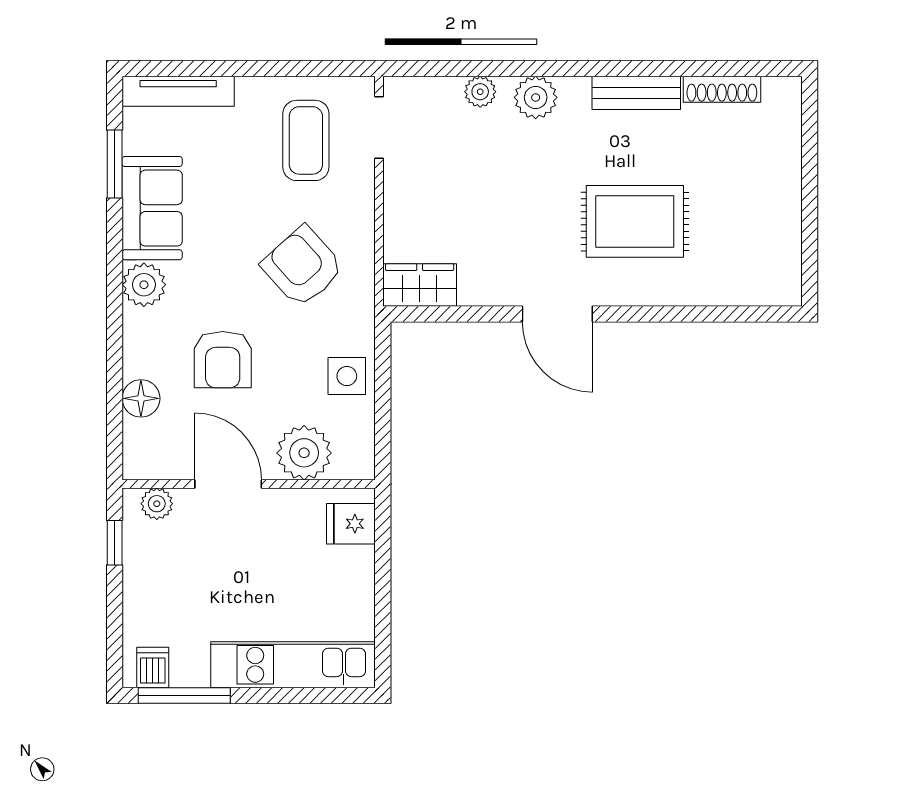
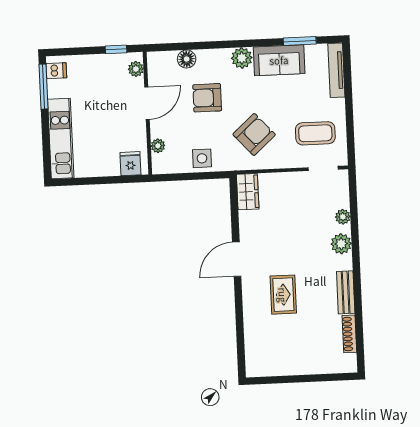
rug: (635, 221) -> (283, 295), width x0.73, depth x0.70
plant: (304, 453) -> (158, 146), width x0.53, depth x0.53

